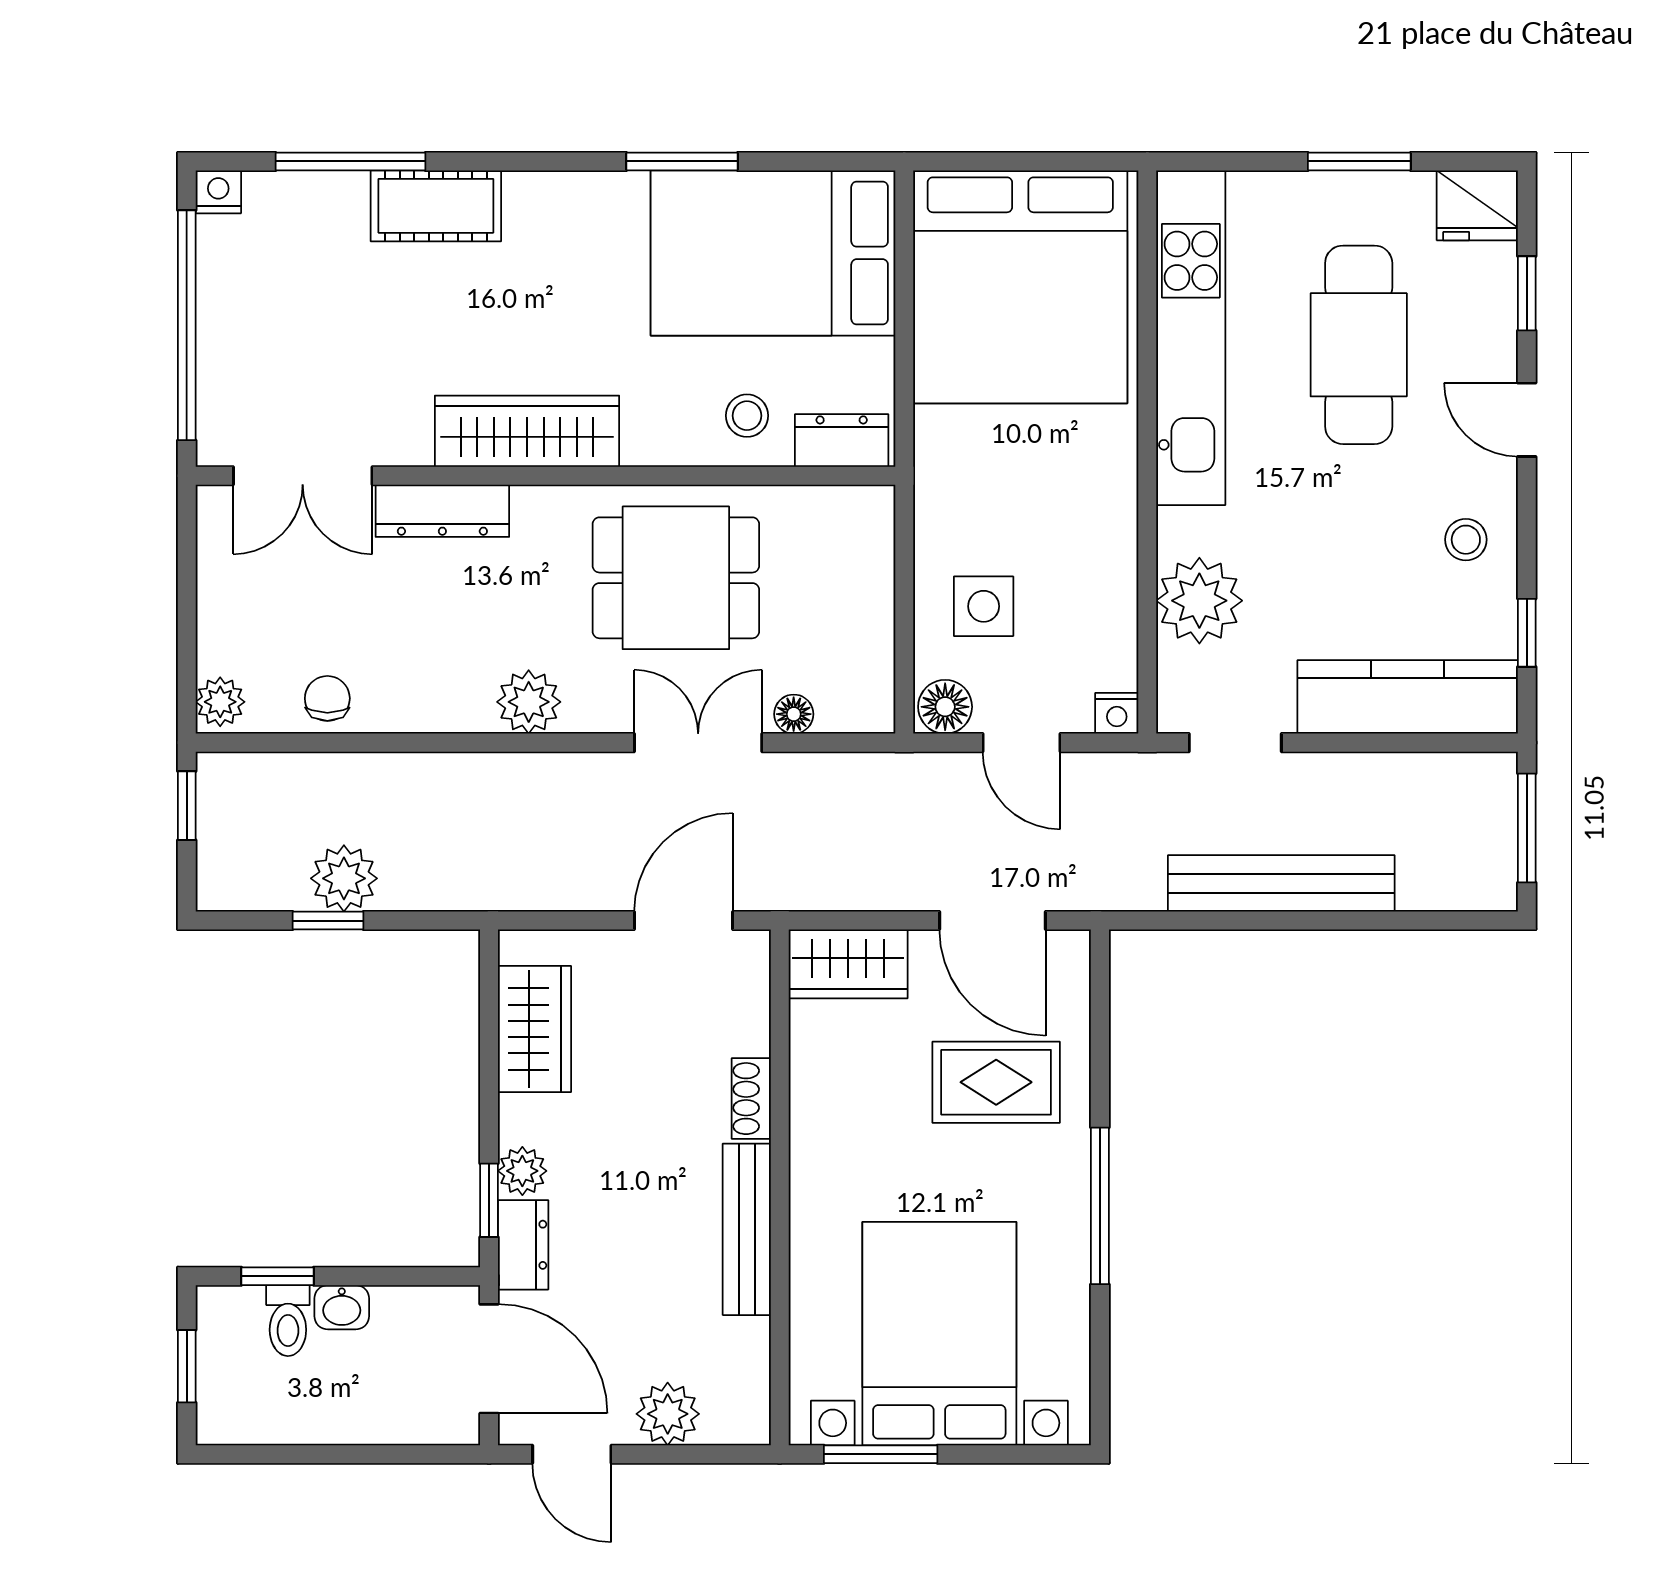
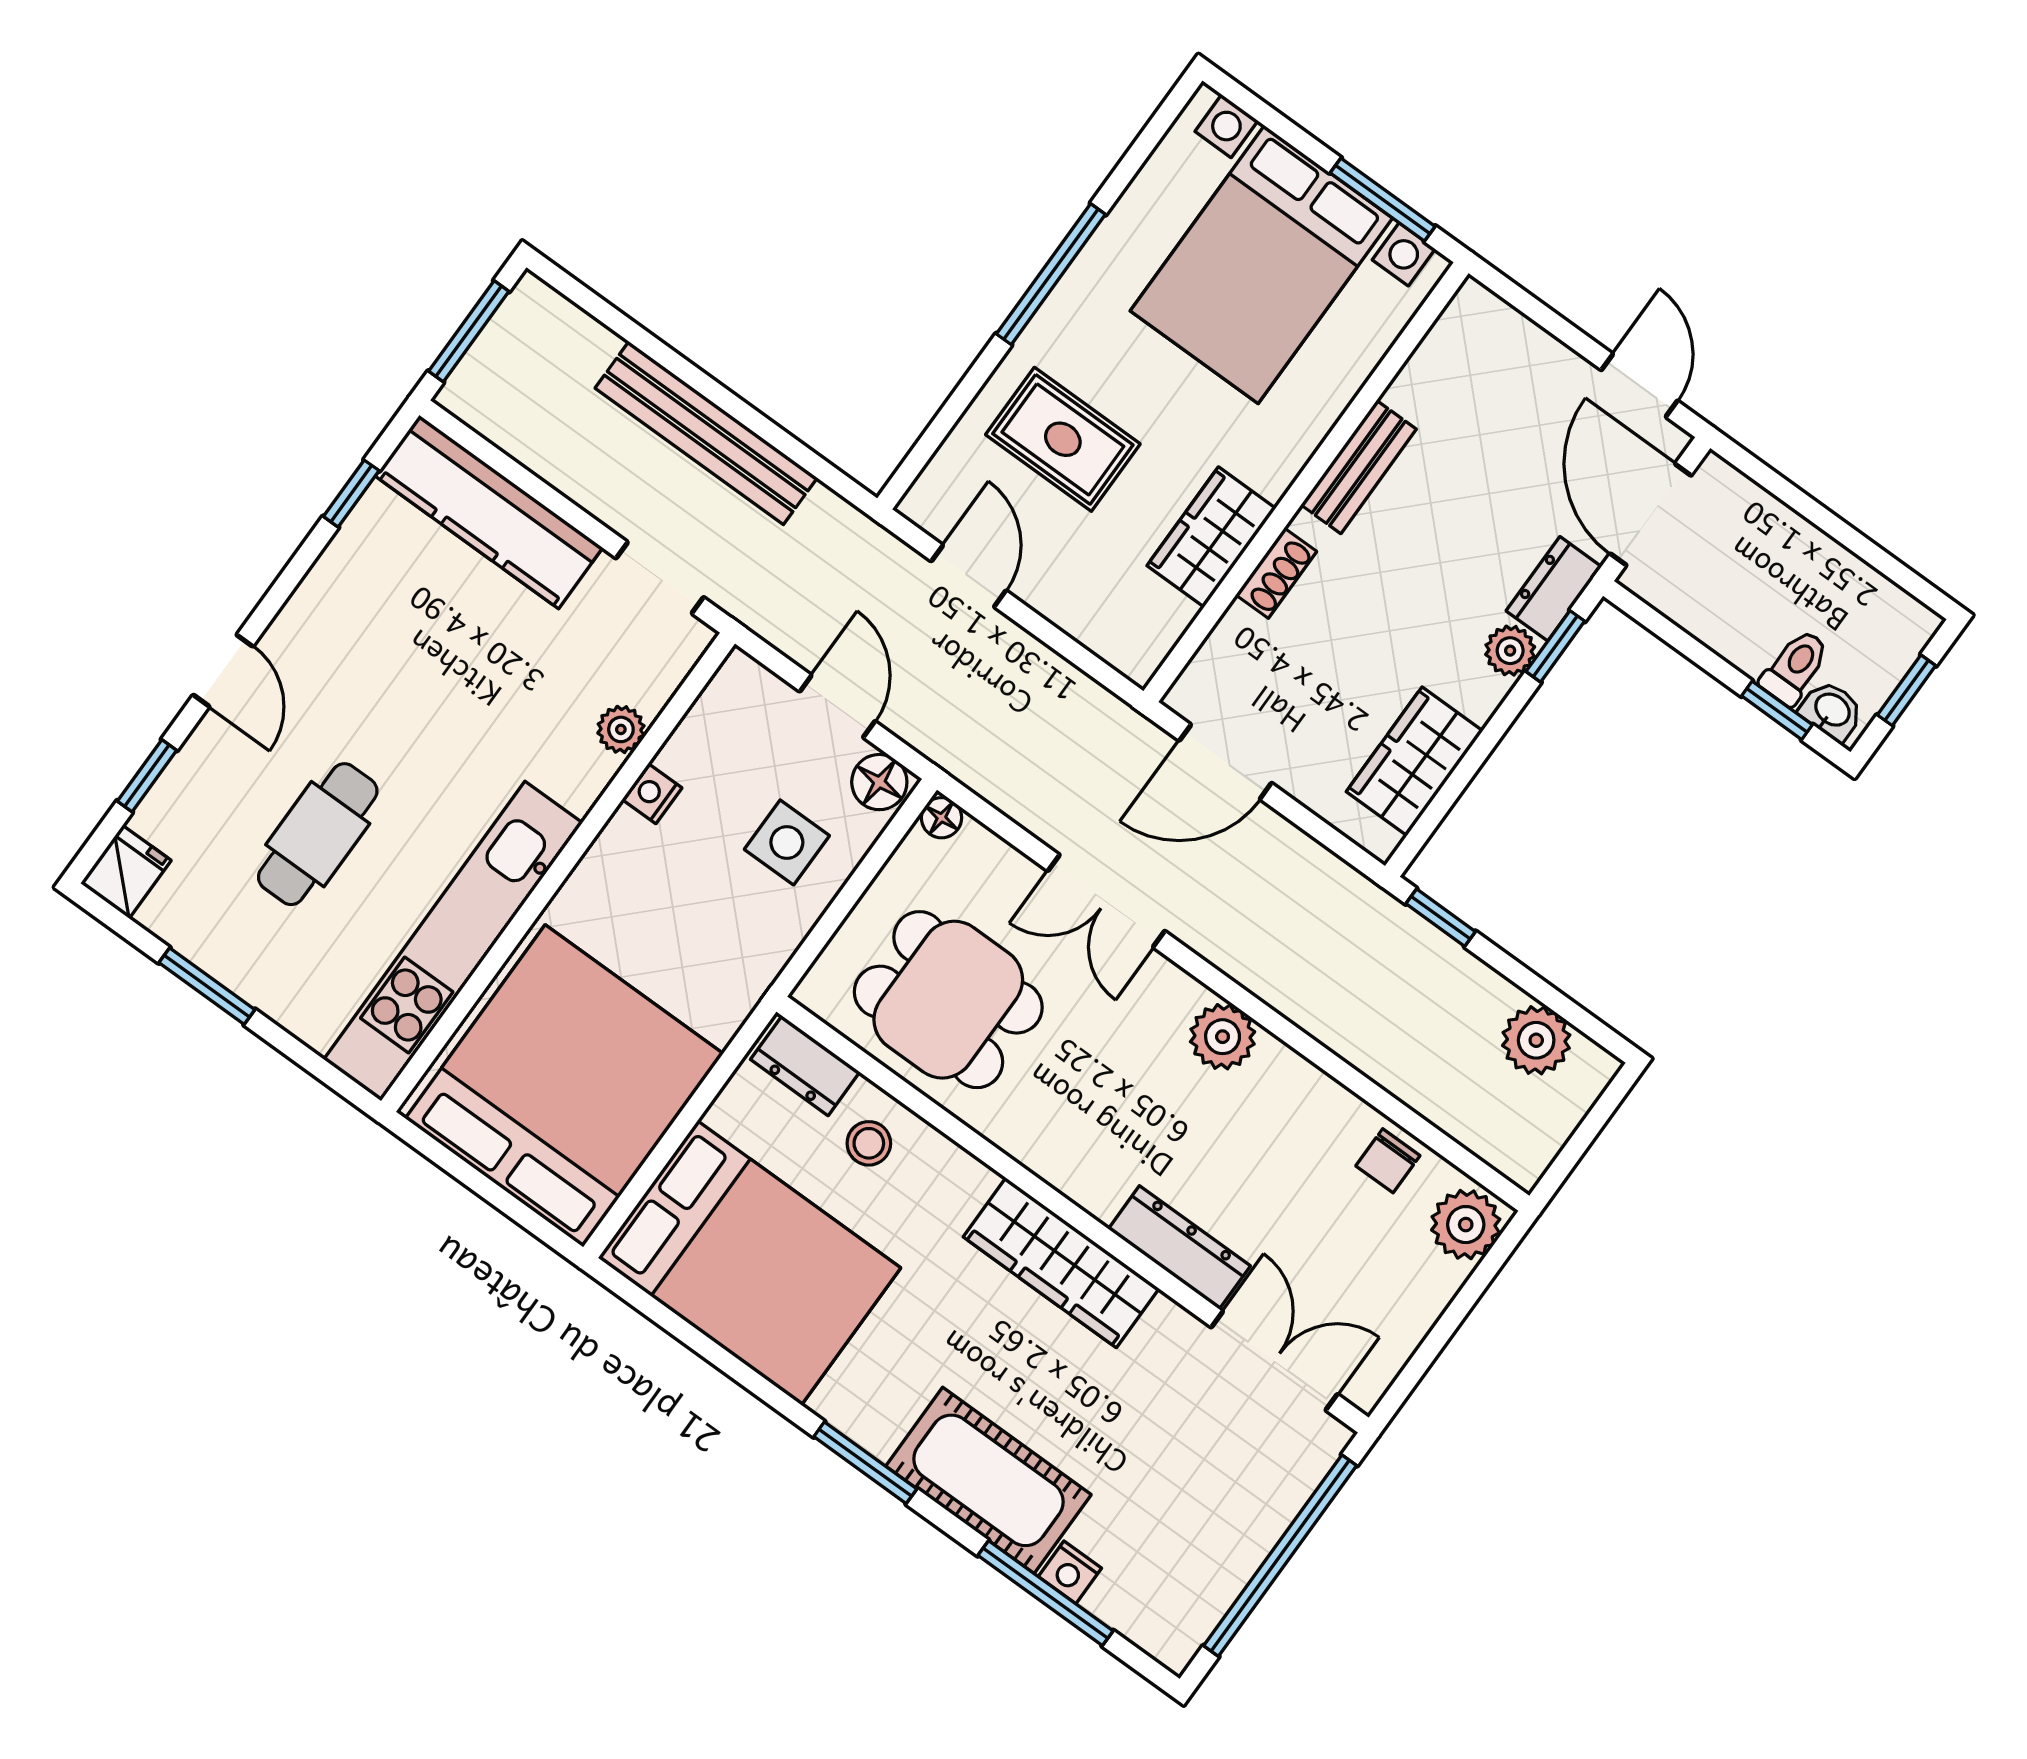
window: (682, 161) -> (865, 1463), moved
nightstand: (218, 192) -> (1070, 1572), moved
fridge: (1477, 205) -> (126, 872), width x0.72
cot: (436, 206) -> (988, 1480), width x1.37, depth x1.34
cafe table: (1359, 345) -> (318, 834), width x0.73, depth x0.74
stool: (1466, 540) -> (346, 608), removed
dining table: (676, 578) -> (948, 1000), moved
plant: (1199, 601) -> (621, 729), width x0.53, depth x0.53
plant: (220, 702) -> (1466, 1225), width x1.38, depth x1.38
nightstand: (1117, 713) -> (652, 794), moved, turned -90
floor lamp: (794, 714) -> (941, 818), moved
window: (187, 806) -> (1569, 1156), removed
plant: (344, 878) -> (1536, 1040), moved
window: (328, 921) -> (1441, 918), moved
door: (992, 921) -> (969, 576), width x0.73
wardrobe: (848, 964) -> (1211, 537), moved, turned -90
bench: (747, 1229) -> (1359, 467), width x0.73
washbasin: (342, 1307) -> (1832, 711), moved
plant: (668, 1414) -> (1535, 361), removed

